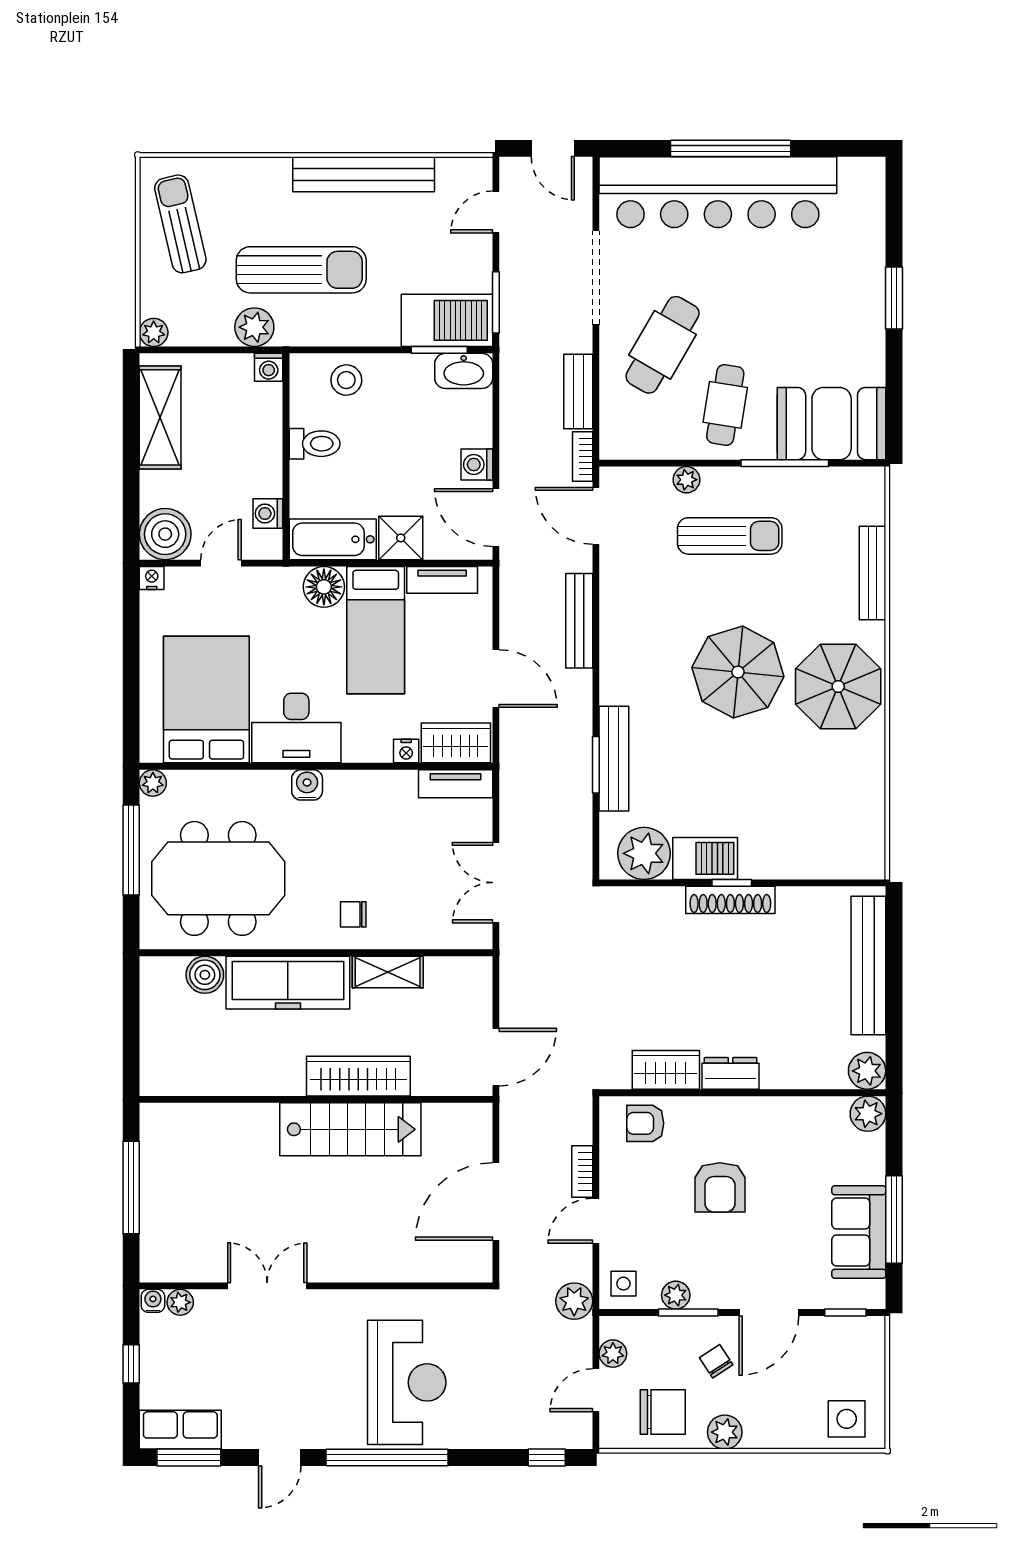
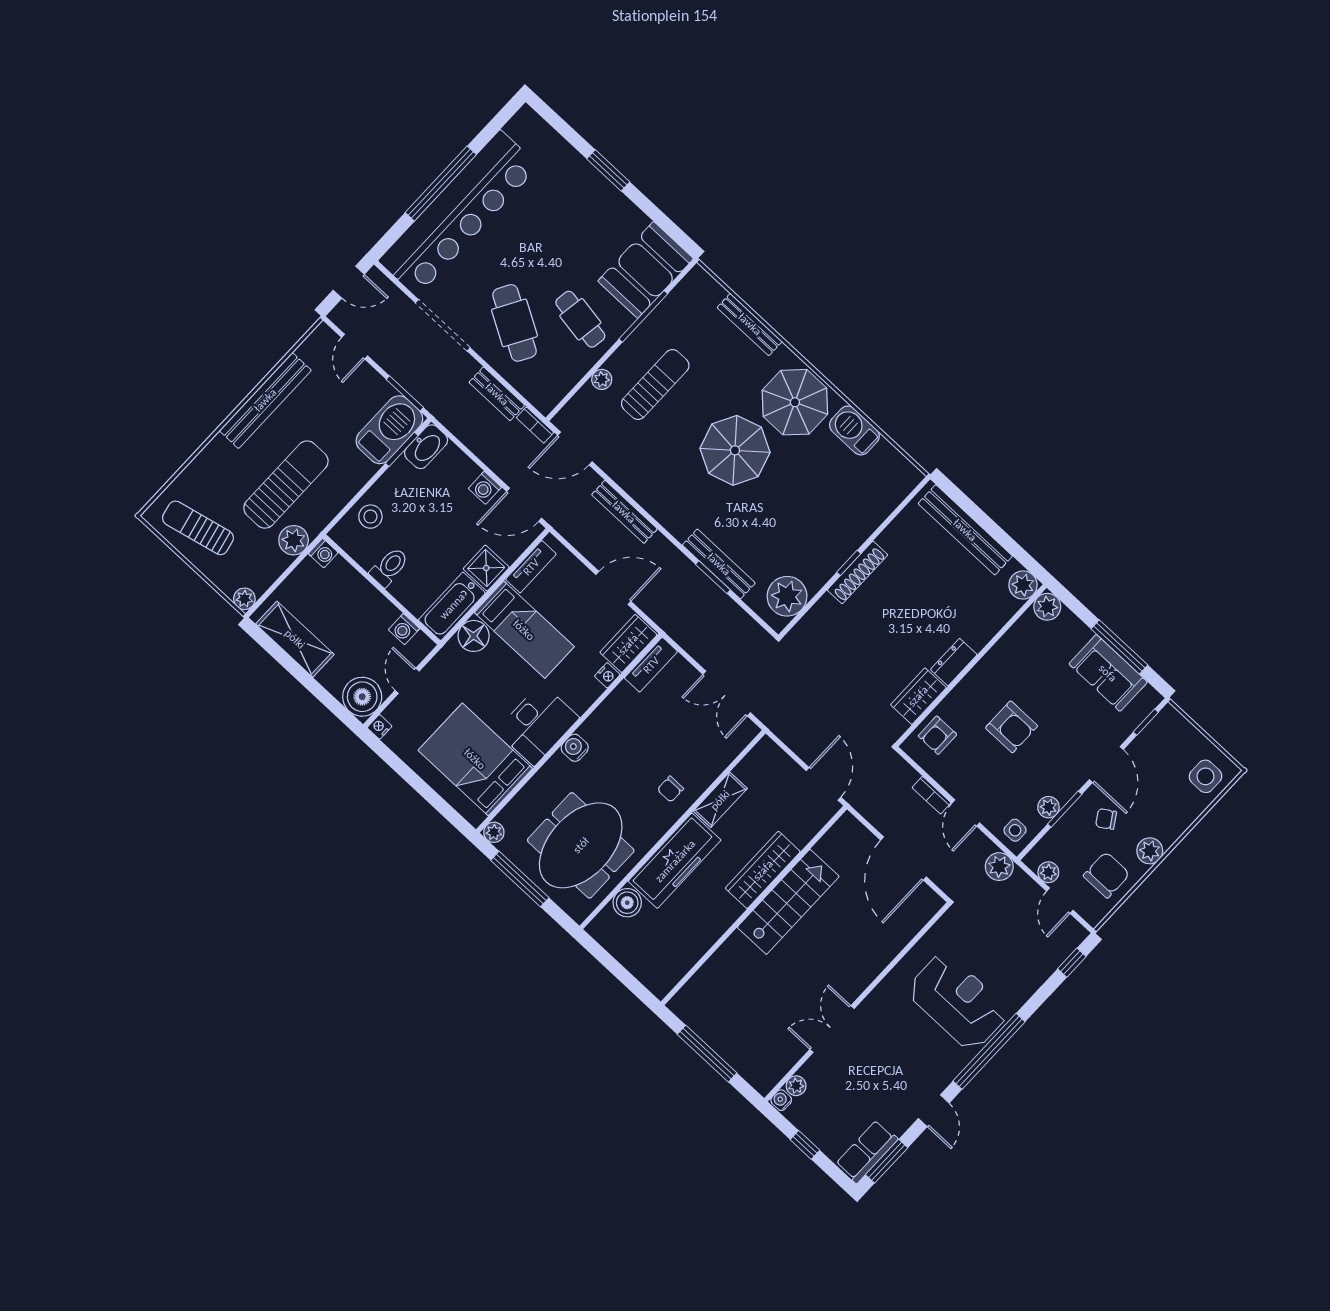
barbecue: (705, 858) -> (854, 430), moved, turned -90

